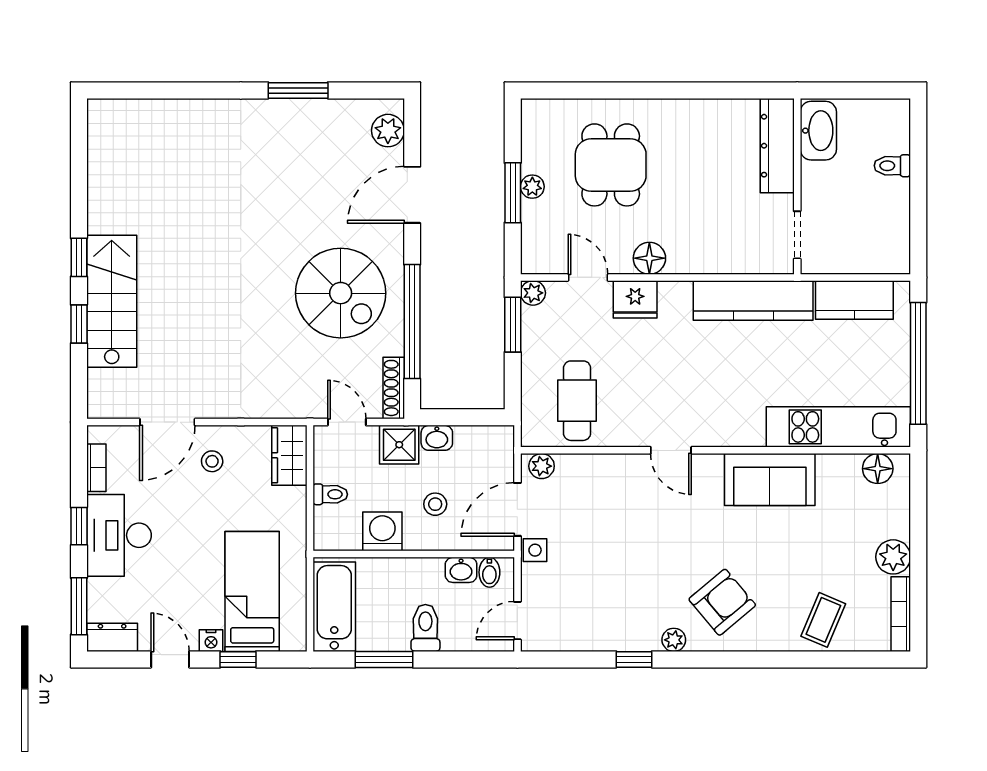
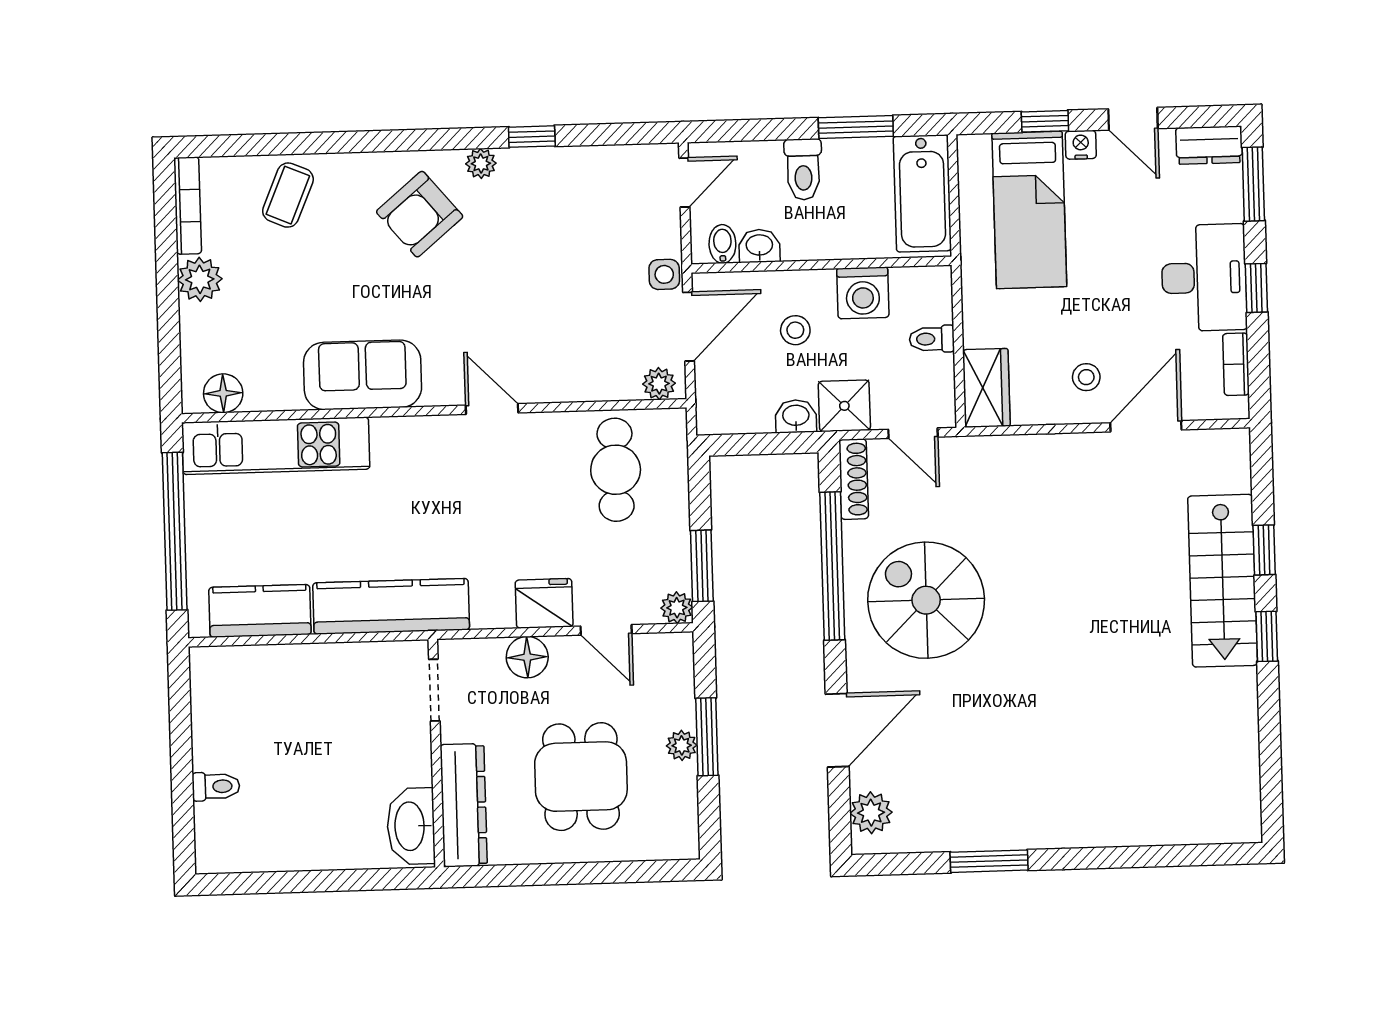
washbasin: (818, 131) -> (411, 826), moved
dresser: (777, 146) -> (464, 805), moved
wall: (797, 186) -> (436, 753), moved
doorway: (797, 235) -> (434, 690), moved

